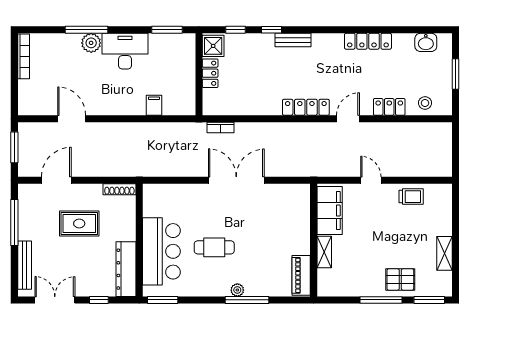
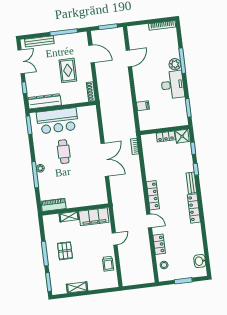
locker: (368, 41) -> (194, 208), moved
pallet: (400, 279) -> (65, 251), moved

